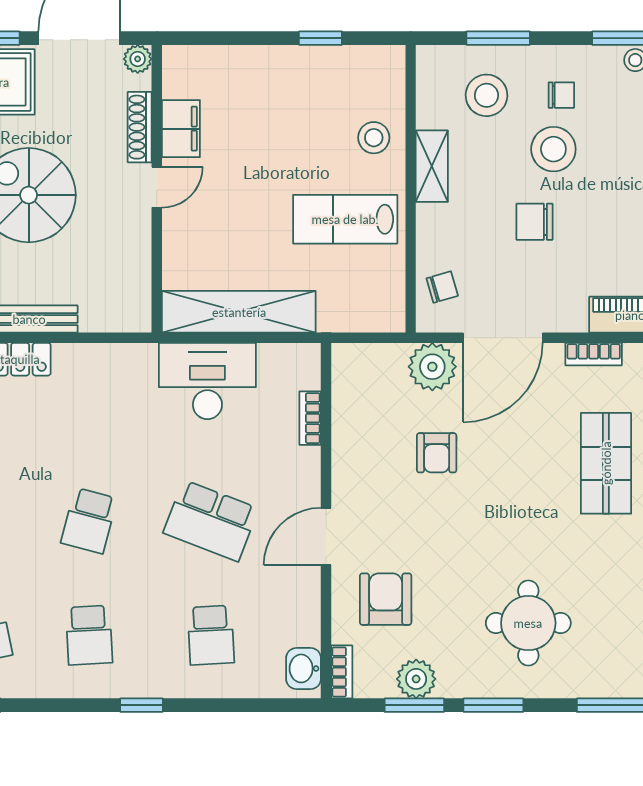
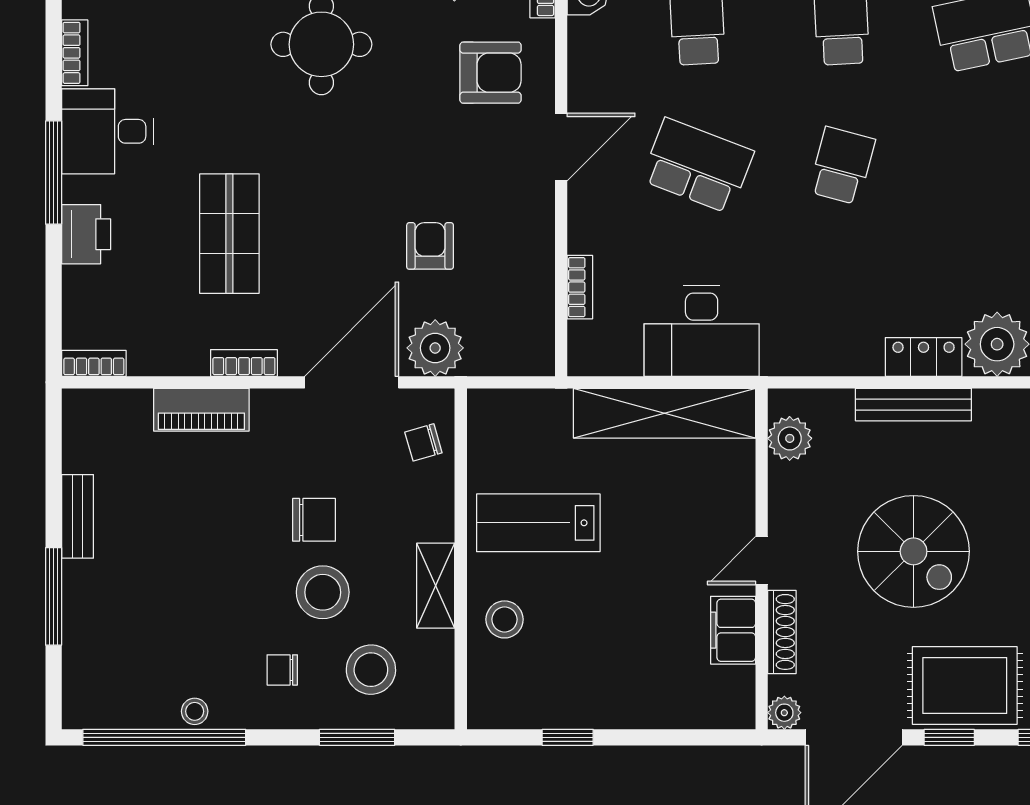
stool: (553, 149) -> (323, 592), moved
lab bench: (345, 219) -> (538, 523), turned 180
plant: (133, 290) -> (790, 438), added
armchair: (386, 599) -> (490, 73), turned -90

